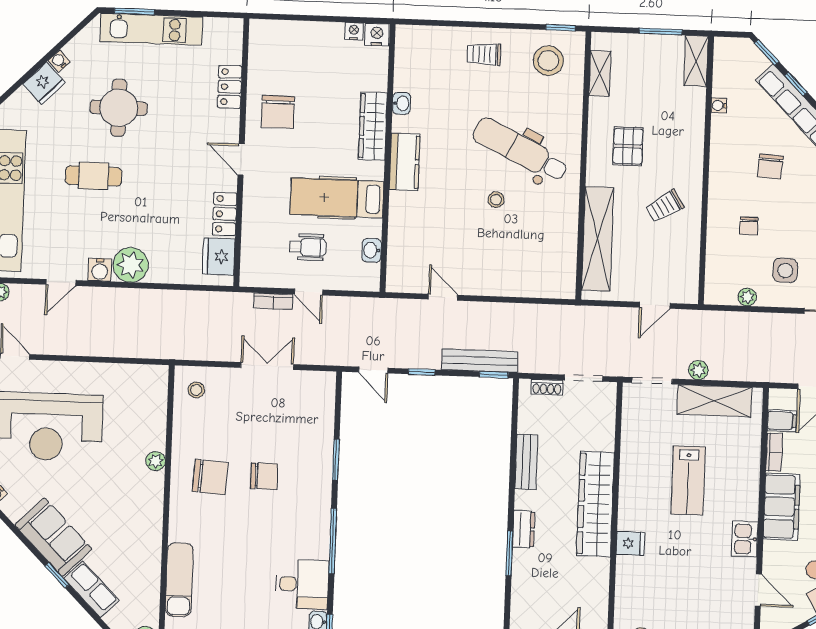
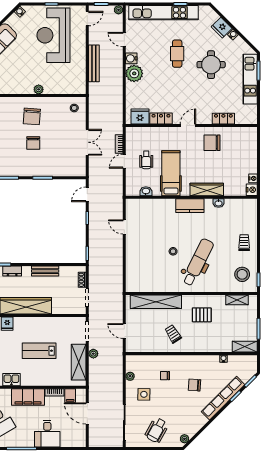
door: (443, 297) -> (124, 227), swing flipped
bench: (480, 361) -> (94, 63), moved

